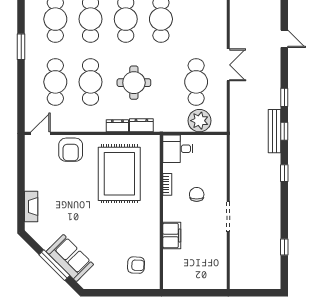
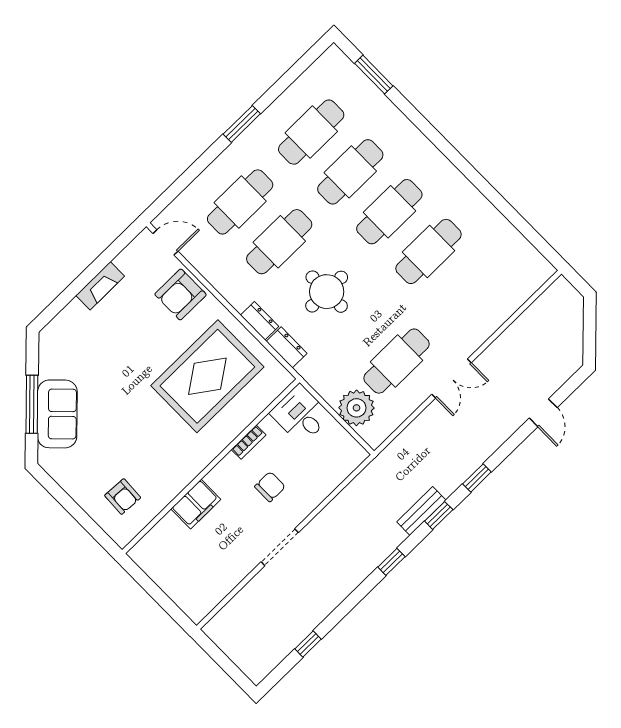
bench: (275, 131) -> (421, 511), width x0.73
fireplace: (31, 207) -> (100, 286), moved

